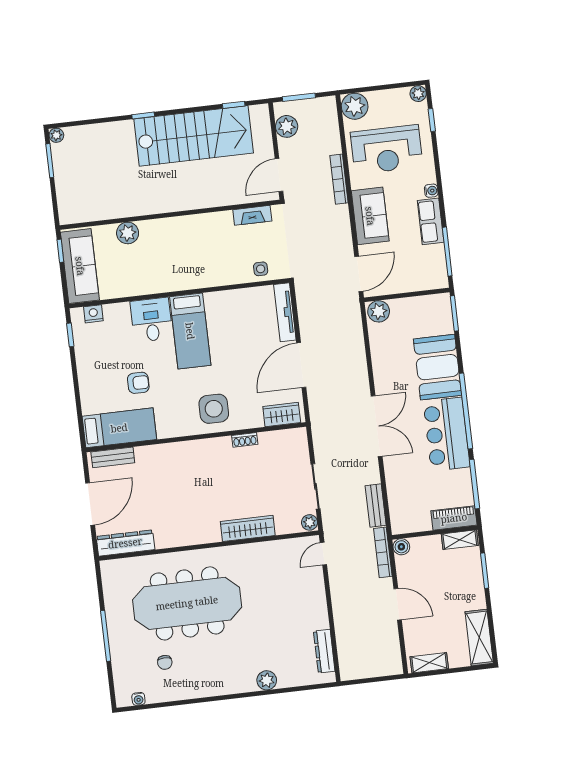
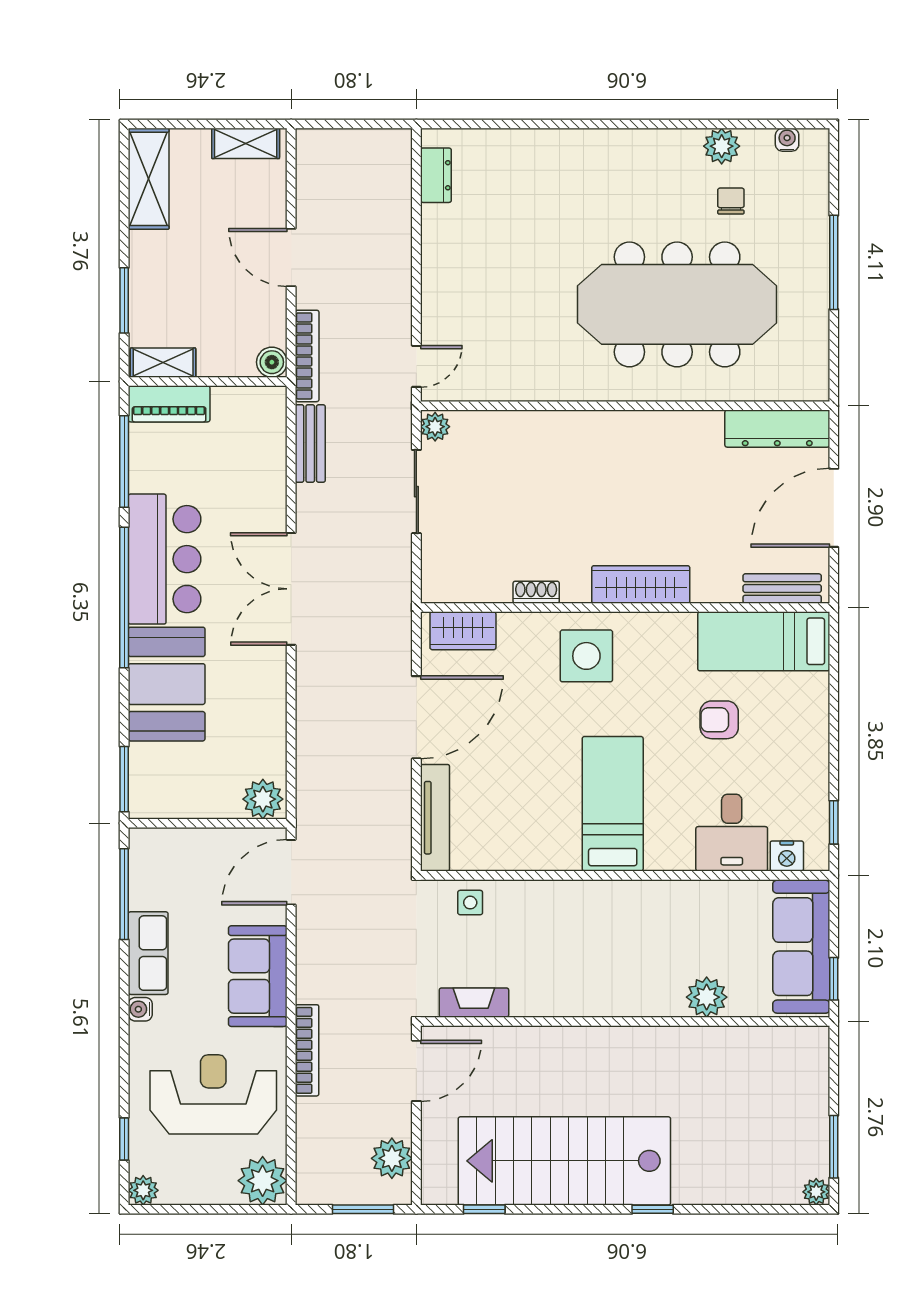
desk: (151, 320) -> (732, 833), moved
wardrobe: (248, 528) -> (641, 584), moved, turned 180
dresser: (324, 651) -> (436, 175), width x0.70
plant: (267, 680) -> (722, 146), moved

